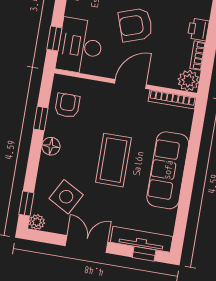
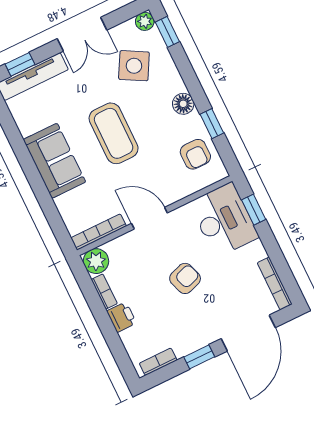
armchair: (136, 25) -> (185, 278), width x0.72, depth x0.72
door: (130, 84) -> (149, 218), swing flipped
sofa: (168, 170) -> (54, 161), width x0.73

